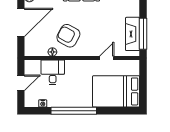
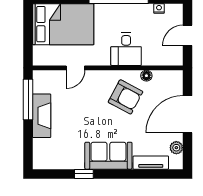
fireplace: (133, 34) -> (42, 116), moved
desk: (53, 72) -> (126, 49), moved

